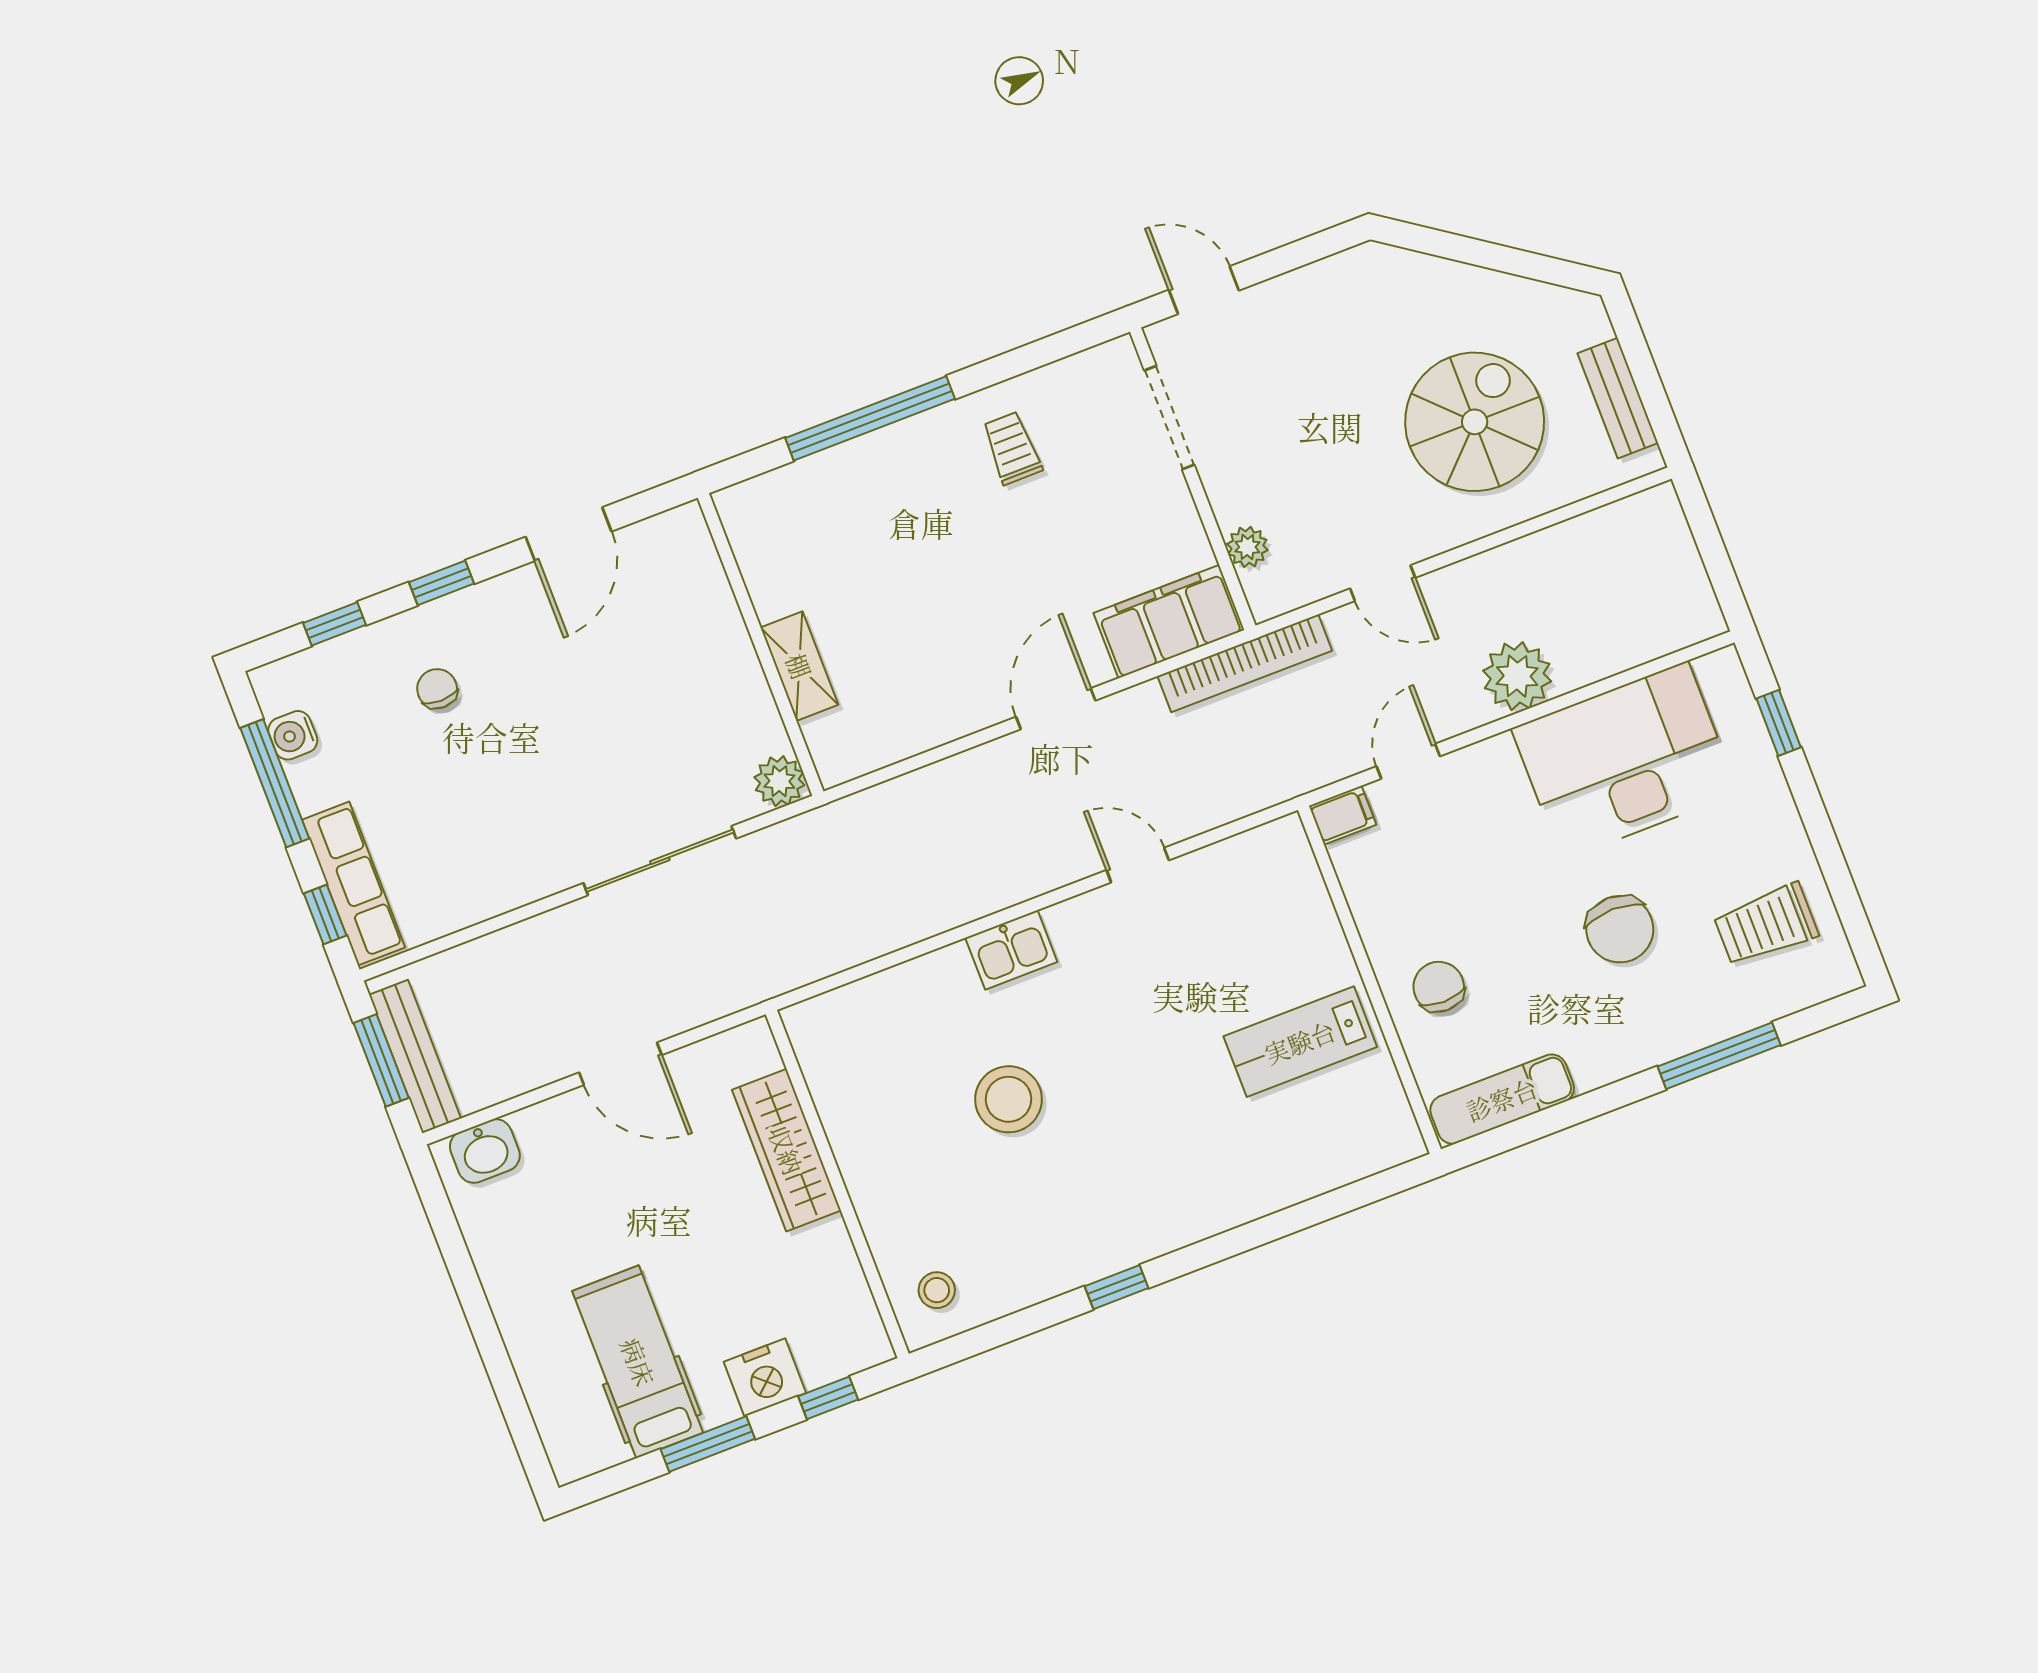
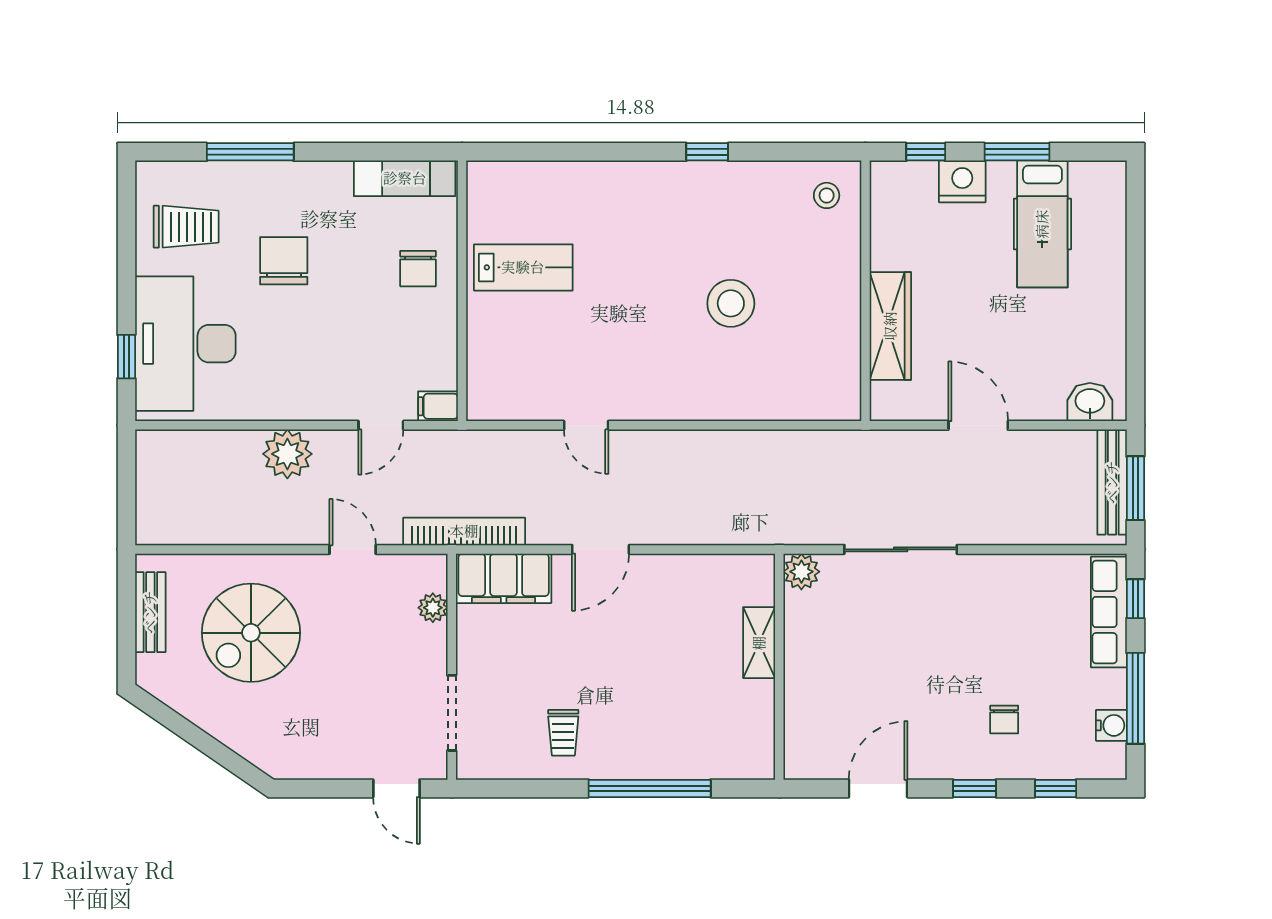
desk: (1625, 761) -> (185, 344), moved, turned 90
kitchen sink: (1011, 950) -> (691, 401), removed

